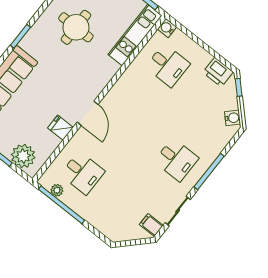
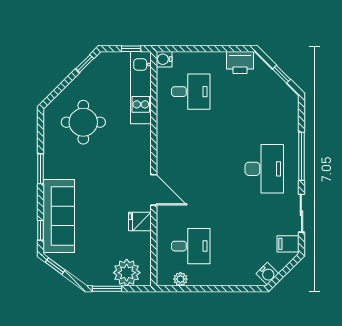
window: (239, 87) -> (281, 74), moved
water cooler: (233, 118) -> (267, 274), moved, turned 90
desk: (176, 160) -> (264, 169), width x1.37
window: (61, 205) -> (195, 289), removed

